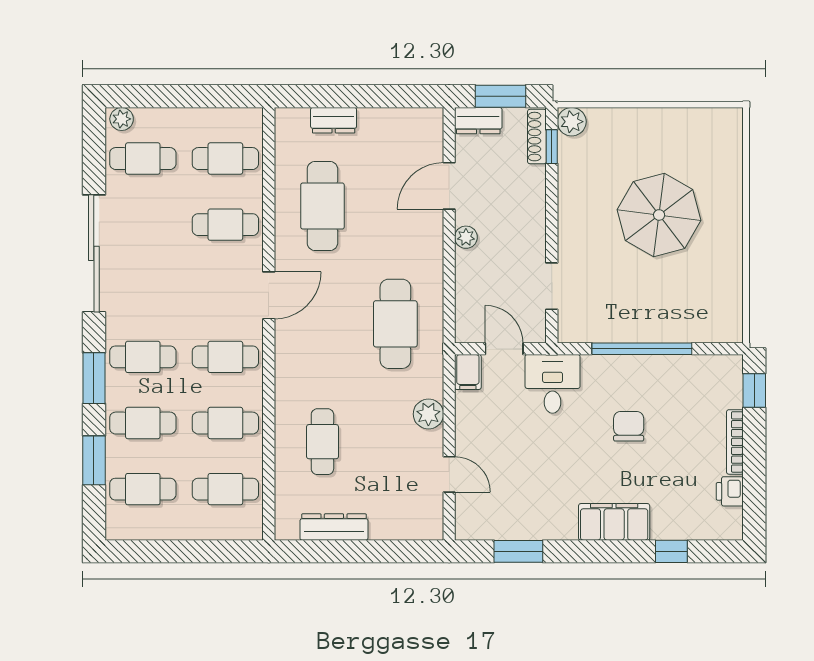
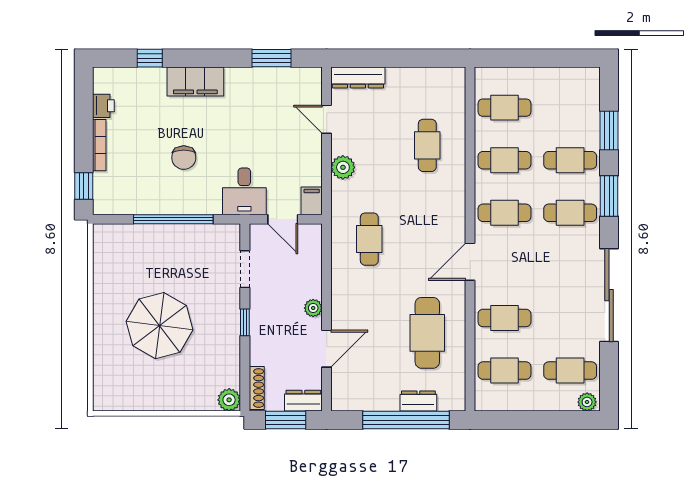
window: (349, 96) -> (406, 420), added
window: (552, 147) -> (245, 322), moved
cafe table: (395, 324) -> (369, 239), width x0.73, depth x0.74
cafe table: (143, 489) -> (570, 108), removed
dresser: (334, 527) -> (358, 77), moved

